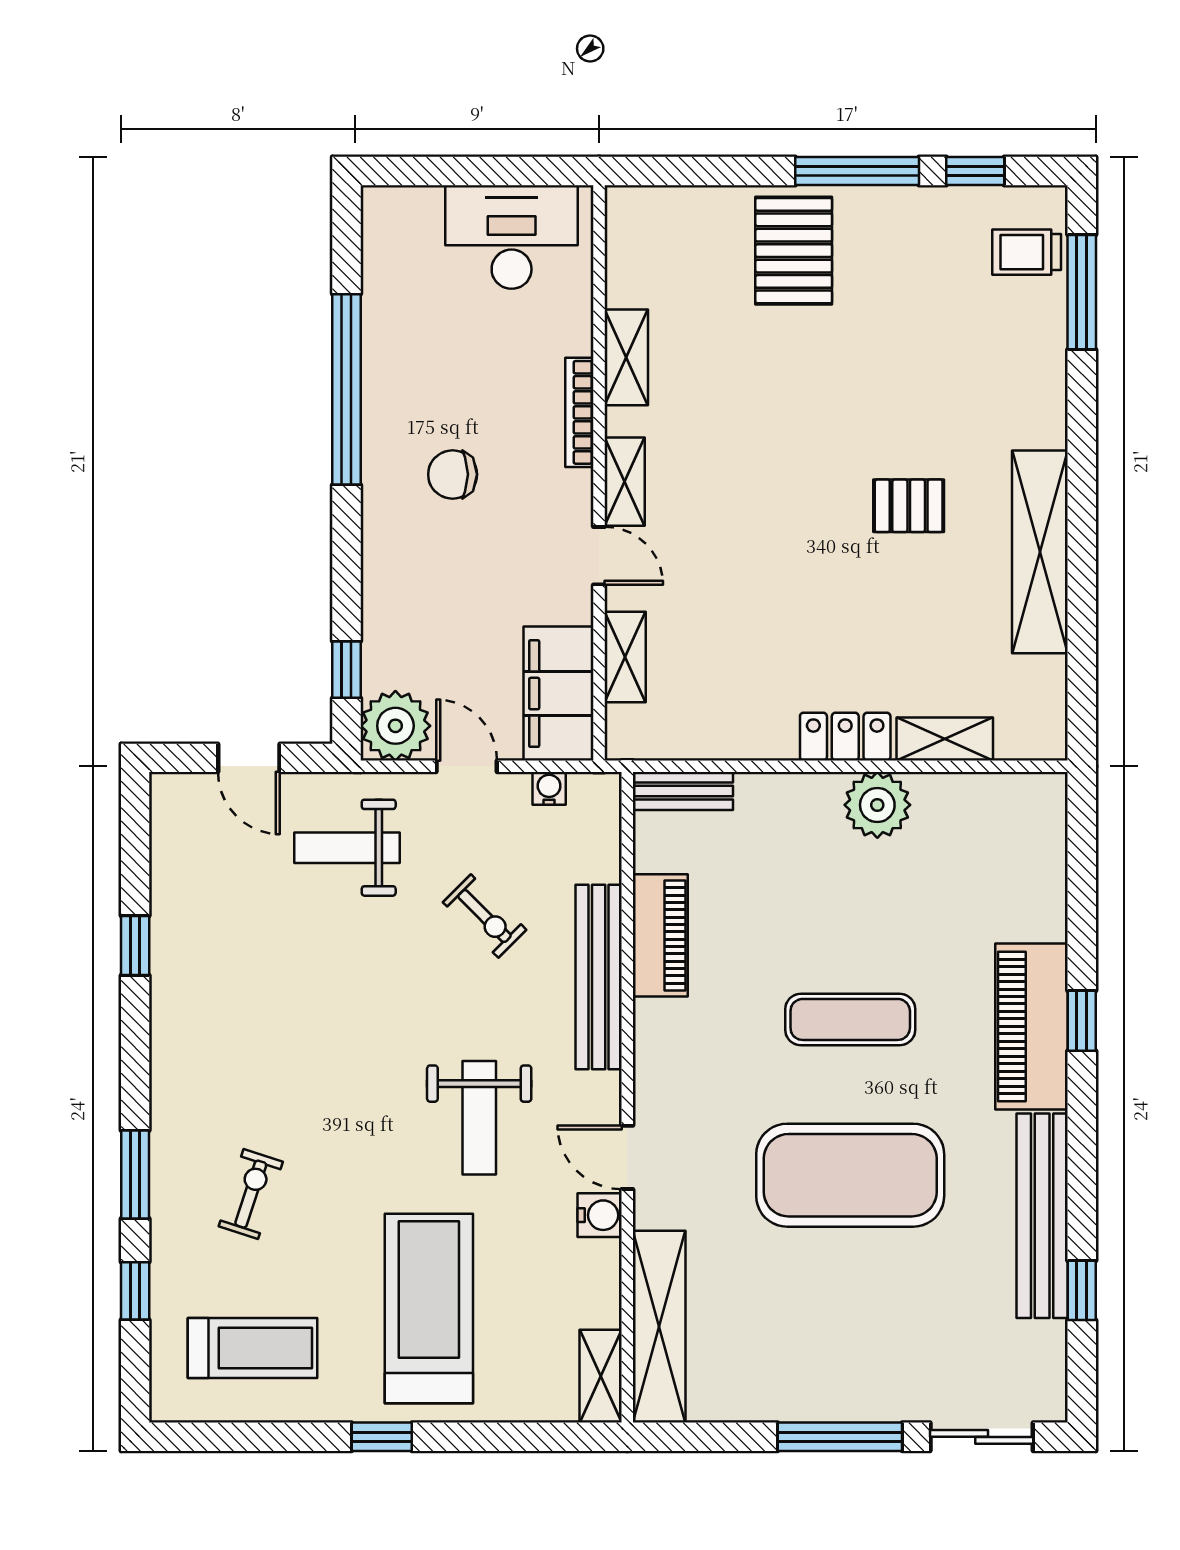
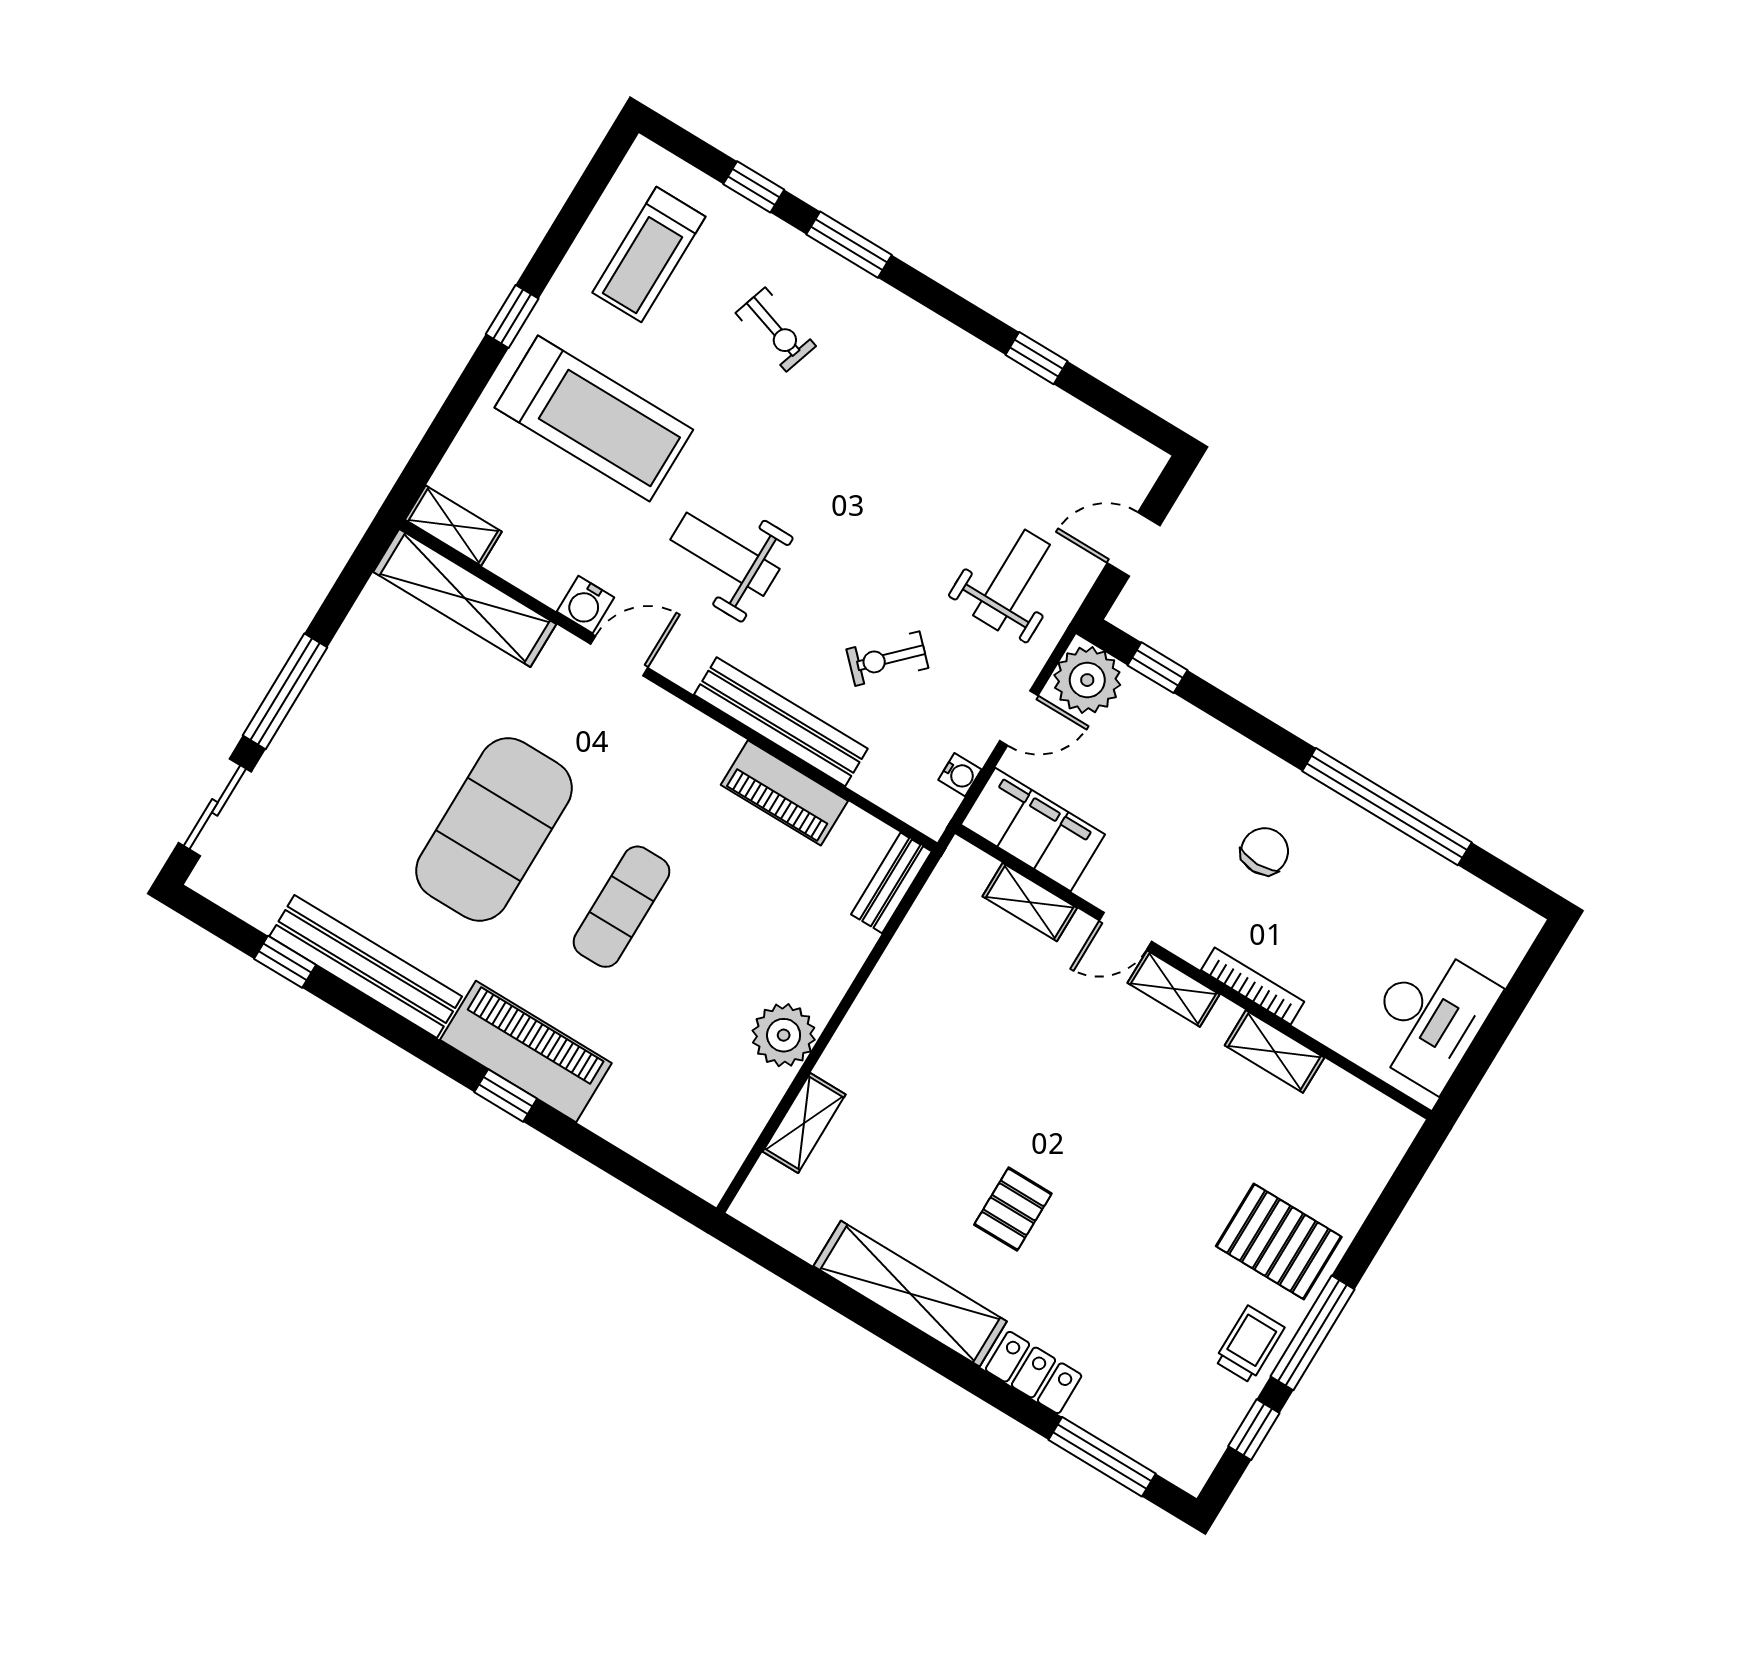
trolley: (1027, 252) -> (1249, 1344), moved
locker: (845, 737) -> (1034, 1372), moved, turned -90

